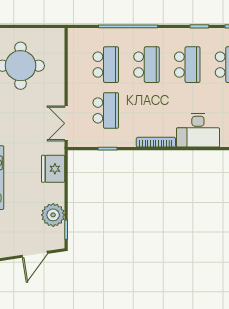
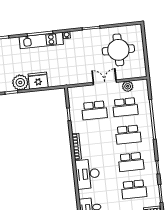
plant: (76, 58) -> (128, 86), added
double door: (66, 123) -> (105, 82), moved
fridge: (53, 169) -> (38, 81), moved

